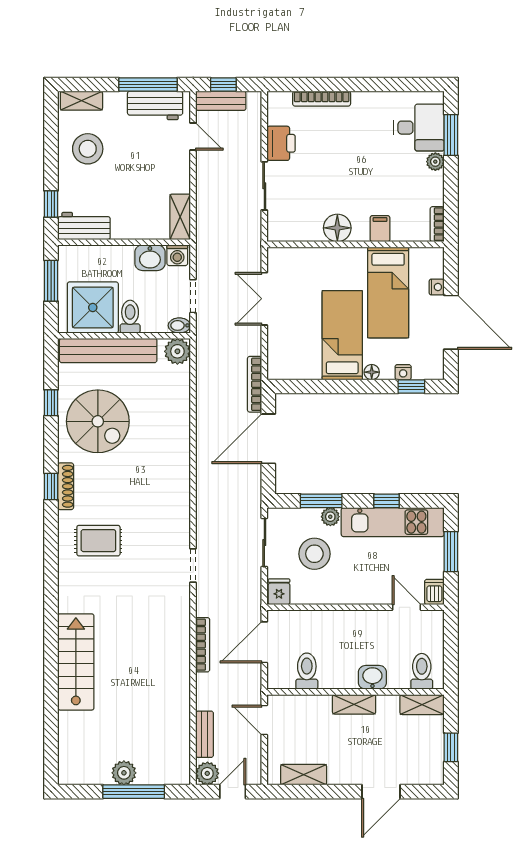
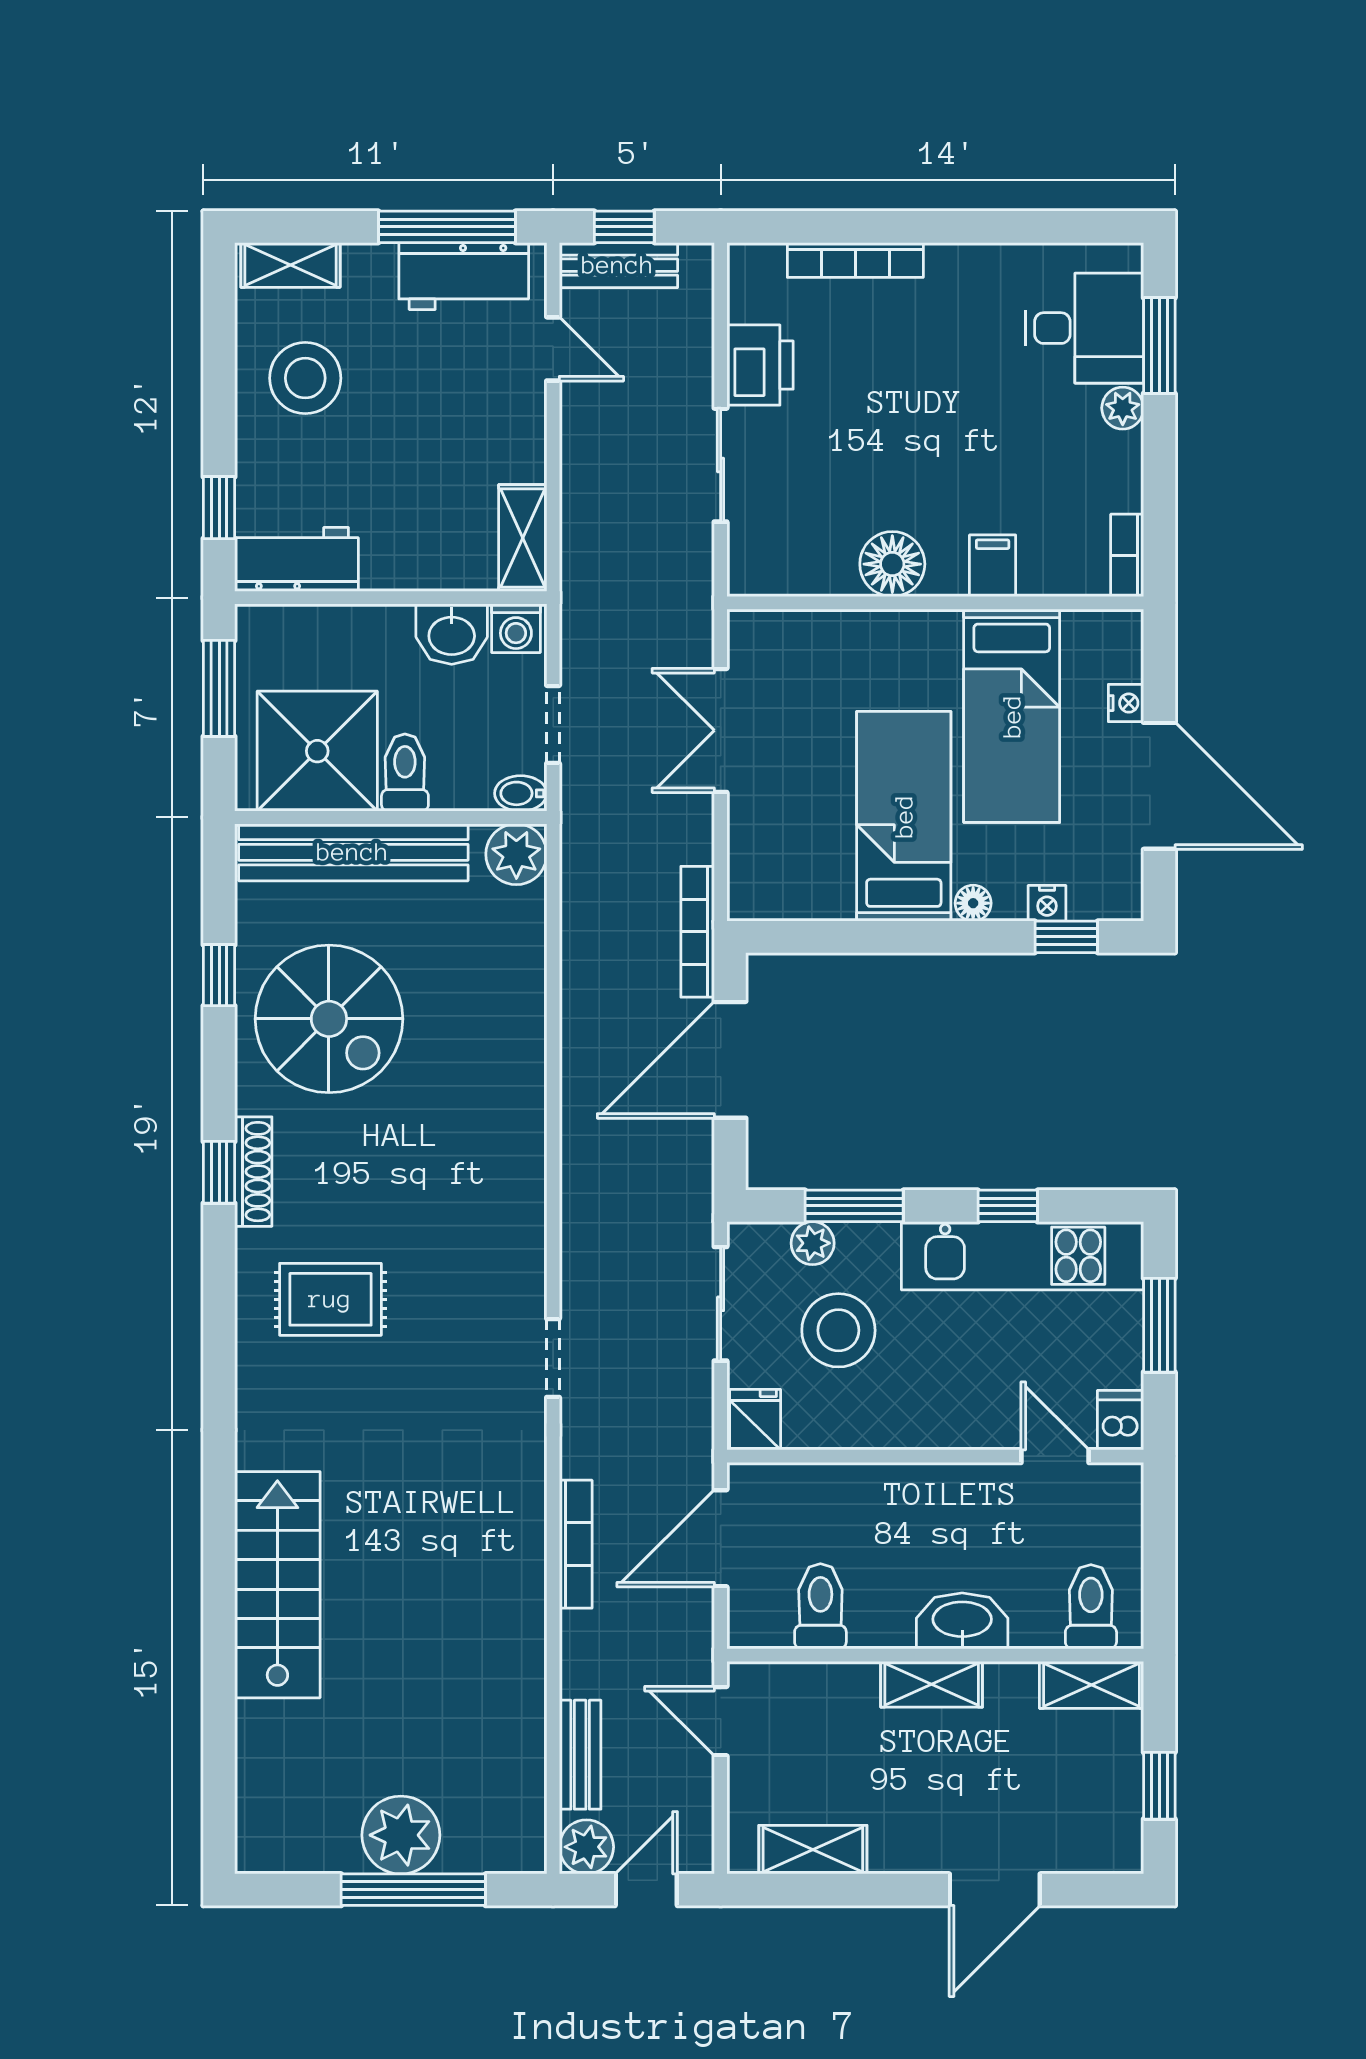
plant: (330, 517) -> (813, 1243), moved
washbasin: (372, 677) -> (962, 1621), width x1.38
plant: (124, 773) -> (401, 1835), width x1.36, depth x1.36

